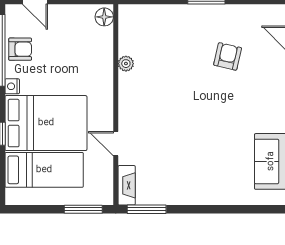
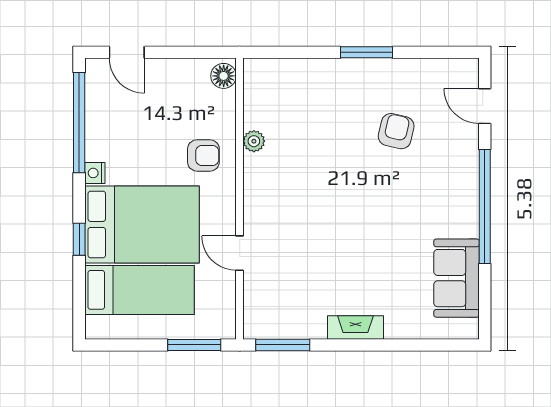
armchair: (20, 49) -> (203, 155), moved
fireplace: (127, 185) -> (355, 327), moved, turned -90

